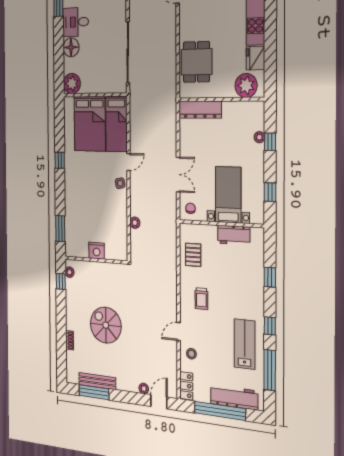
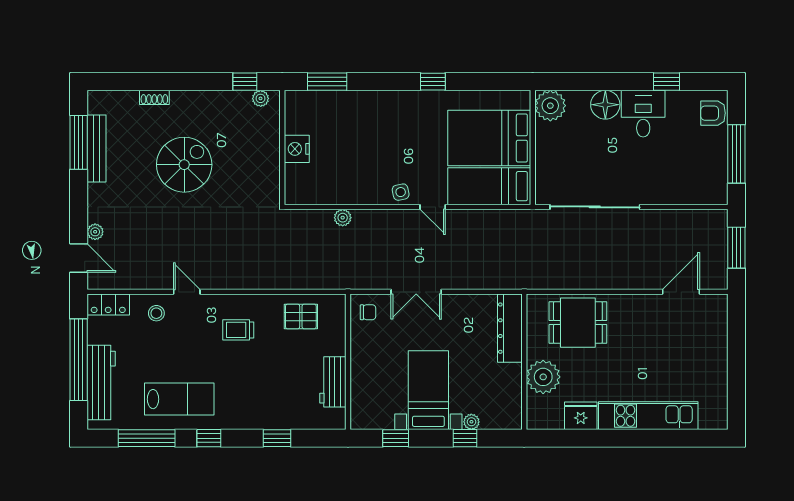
plant: (246, 85) -> (543, 377), moved
bed with nightstands: (228, 195) -> (428, 390), moved, turned -90

